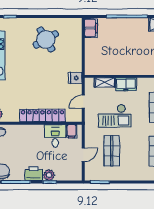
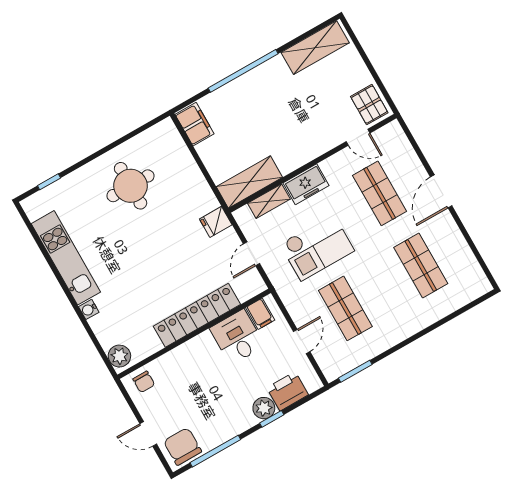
round table: (46, 39) -> (131, 186), turned 30
shelving: (101, 69) -> (249, 182), added
printer: (34, 174) -> (288, 391), moved

